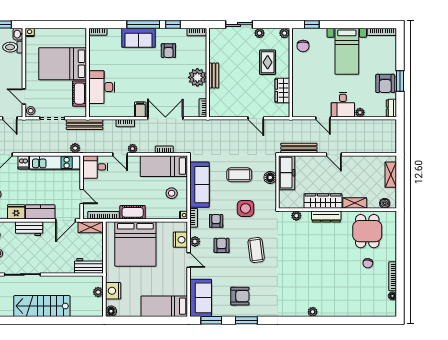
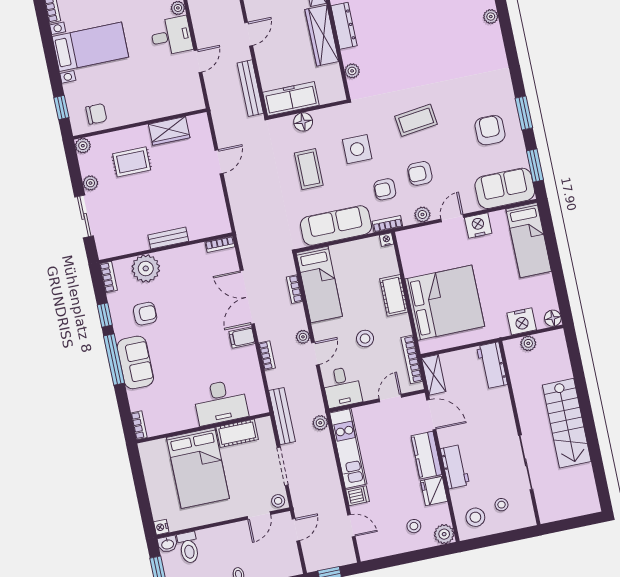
plant: (197, 77) -> (146, 268), moved
stool: (172, 193) -> (365, 339), moved
cot: (133, 212) -> (394, 295), moved
nightstand: (180, 240) -> (478, 225), moved

